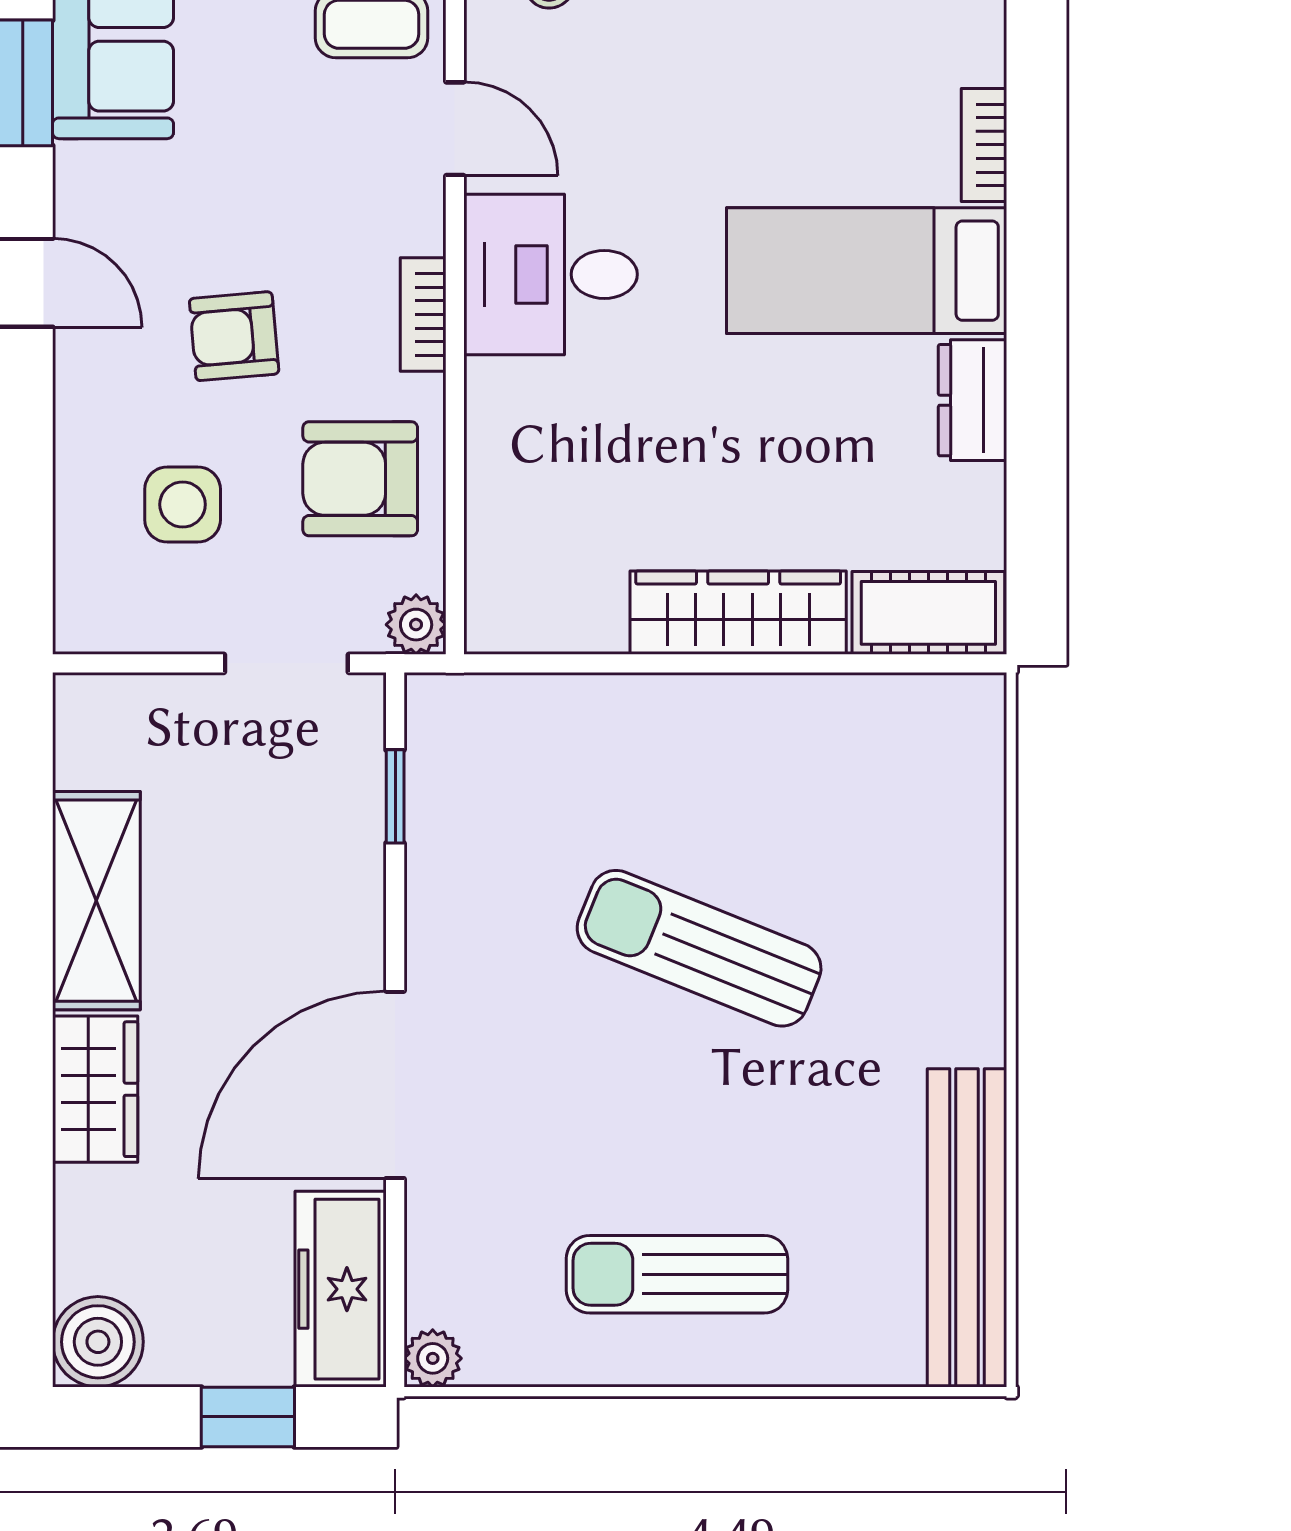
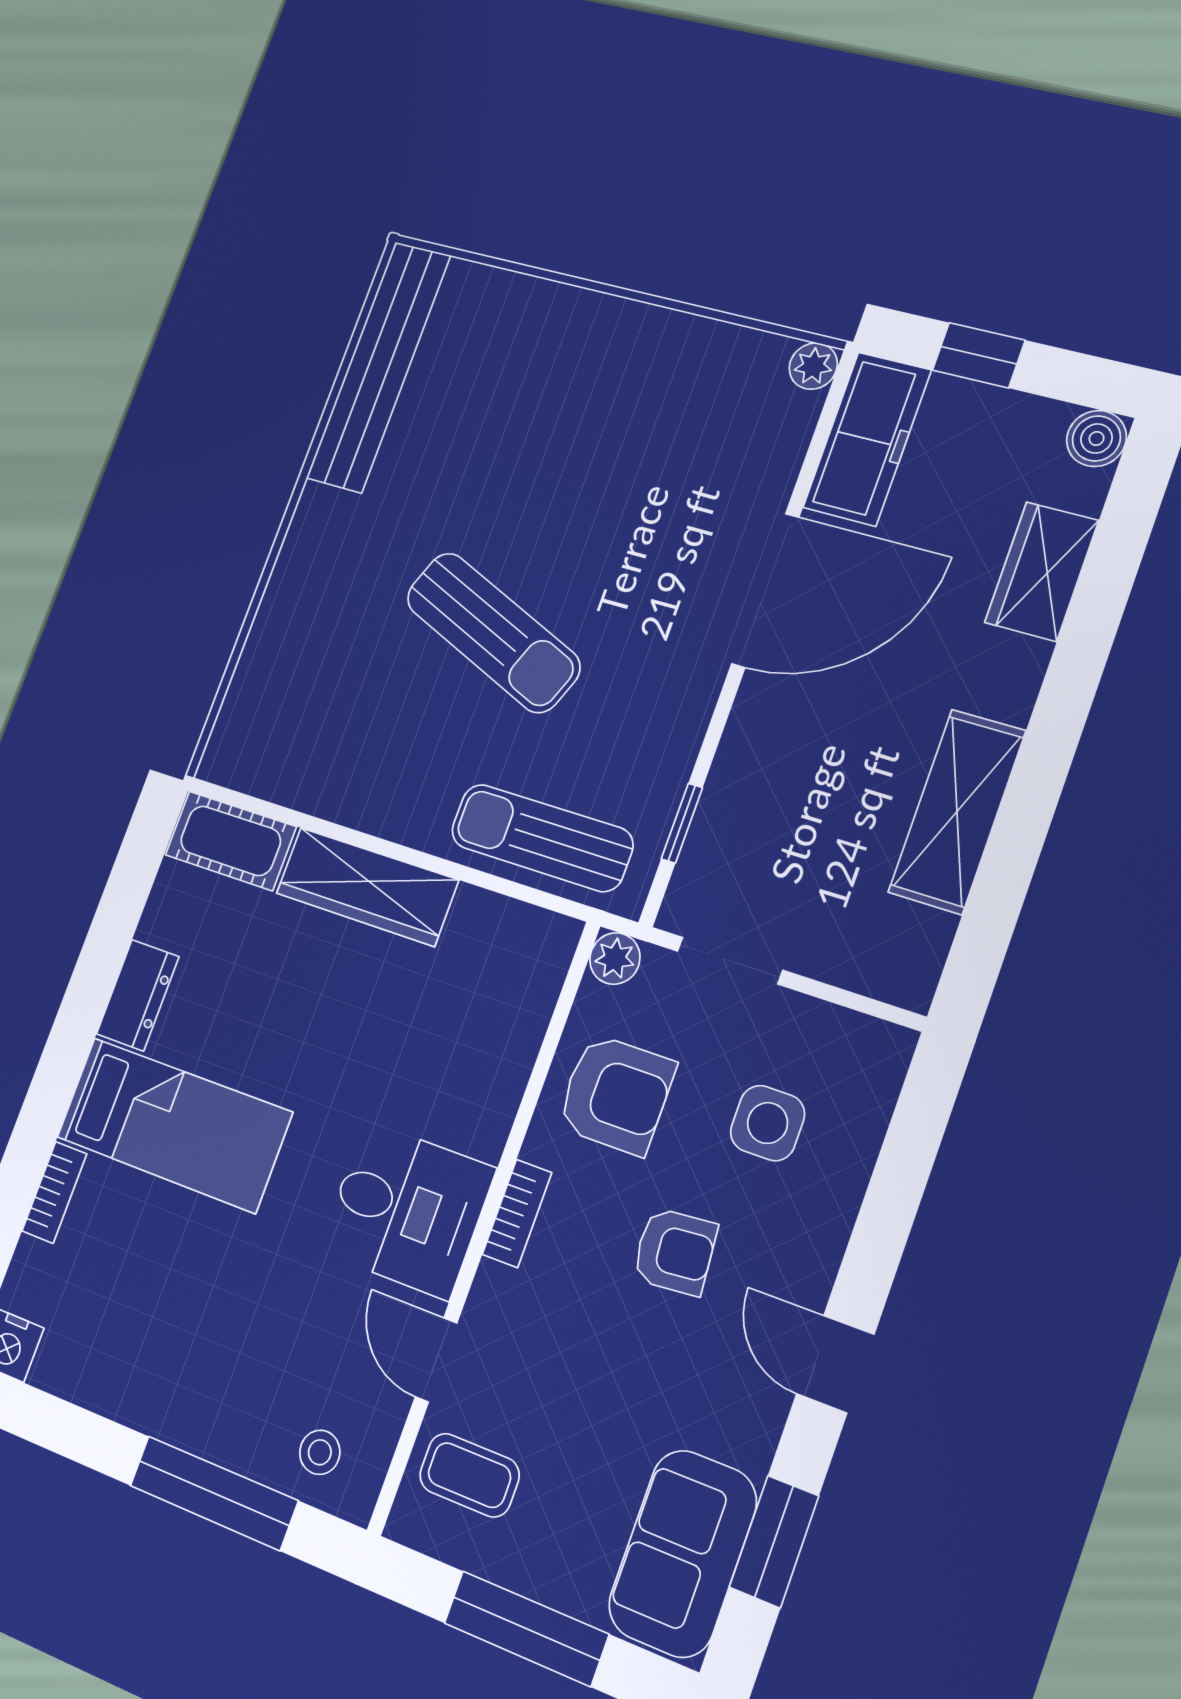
wardrobe: (95, 1089) -> (1042, 572), moved
sun lounger: (677, 1274) -> (542, 838), moved, turned 180
boiler: (98, 1342) -> (1096, 438), width x0.73, depth x0.73

